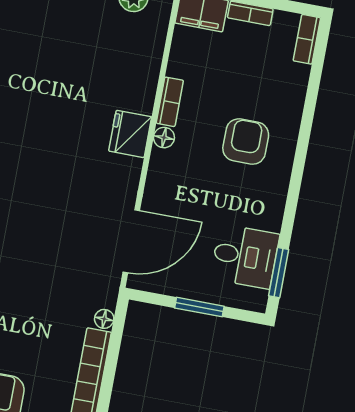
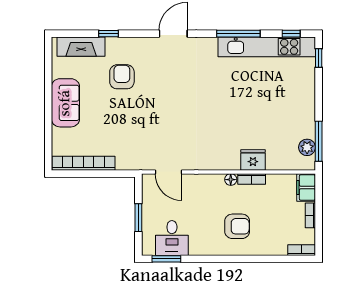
fridge: (130, 134) -> (253, 160), moved
door: (131, 241) -> (168, 172), width x0.73
floor lamp: (104, 319) -> (122, 165), removed

